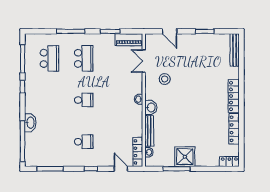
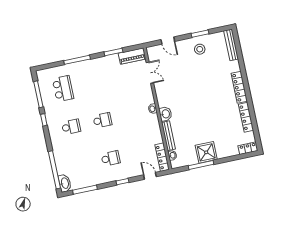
school desk: (84, 58) -> (71, 127), moved, width x0.54
double door: (144, 61) -> (150, 73), swing flipped
stool: (165, 79) -> (200, 49), moved
washbasin: (30, 123) -> (65, 183), moved

